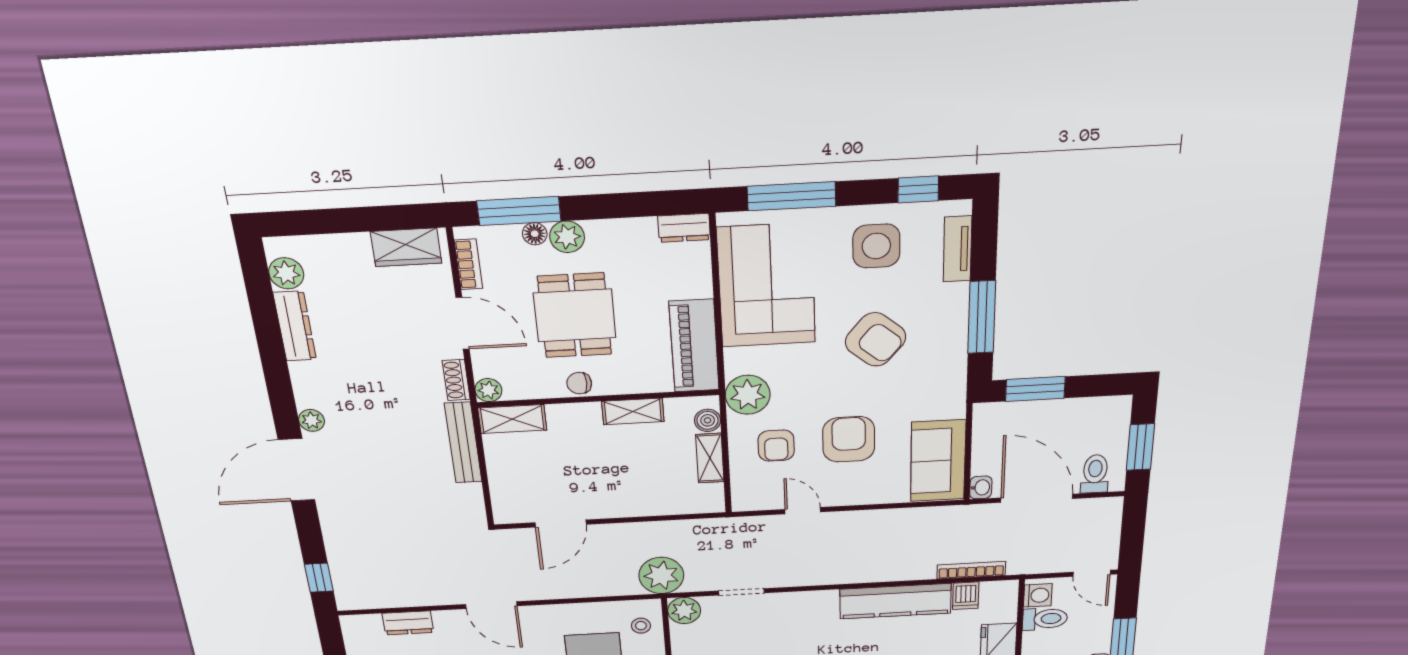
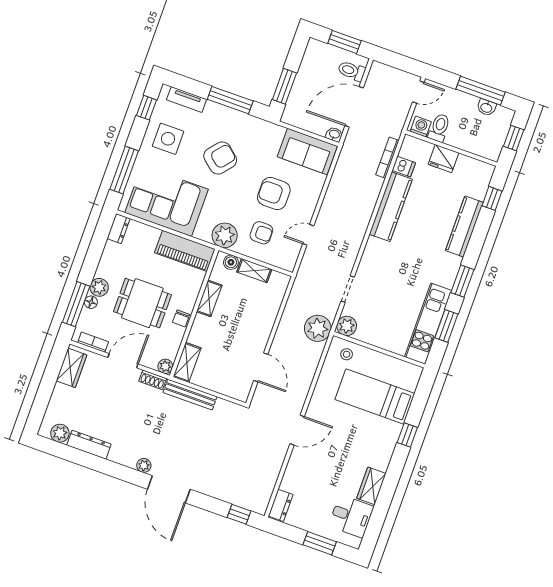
dresser: (408, 623) -> (281, 505), moved

